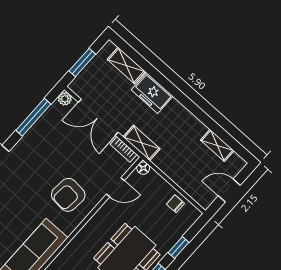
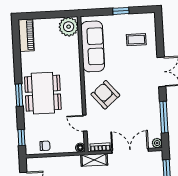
door: (115, 187) -> (85, 123), hinge flipped
armchair: (68, 195) -> (105, 95), turned -45
window: (178, 247) -> (21, 138), moved

